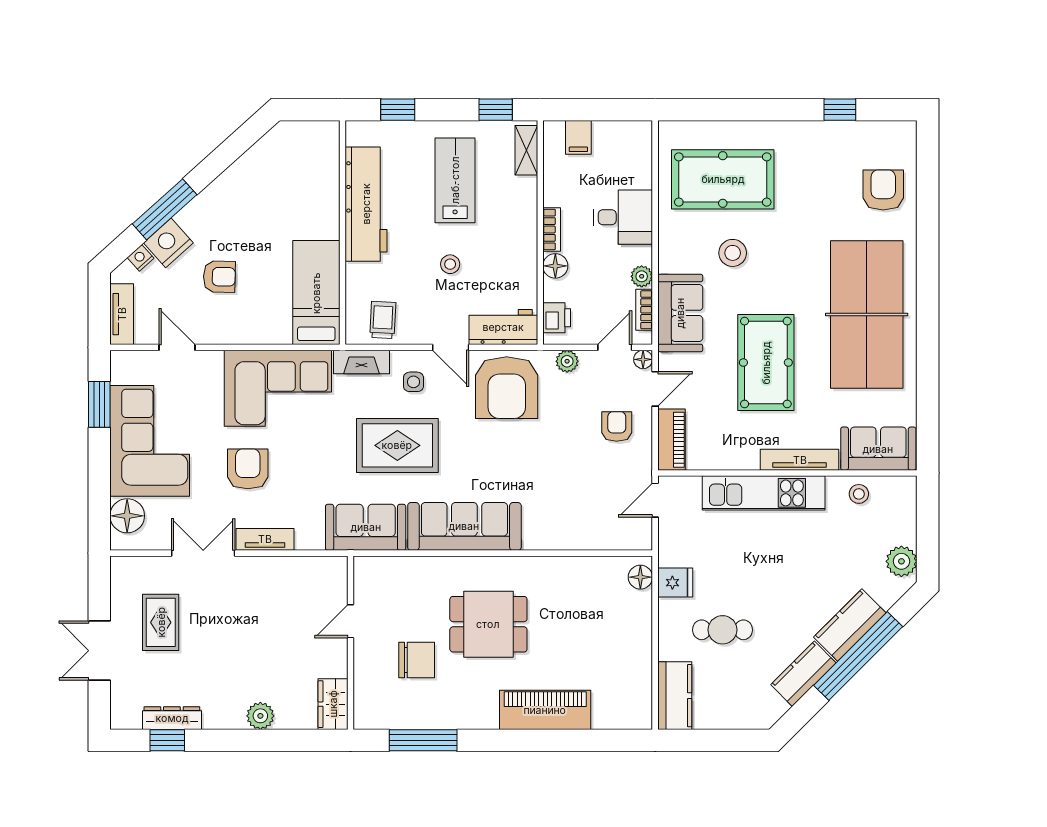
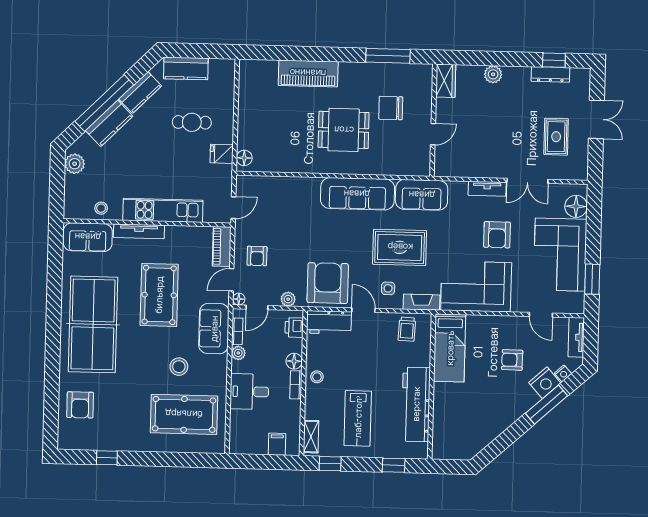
stool: (450, 264) -> (317, 377), moved
kitchen counter: (675, 696) -> (186, 68), moved, turned -90

